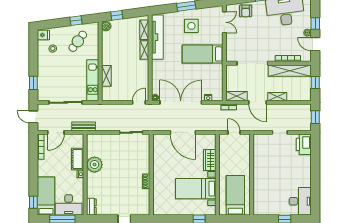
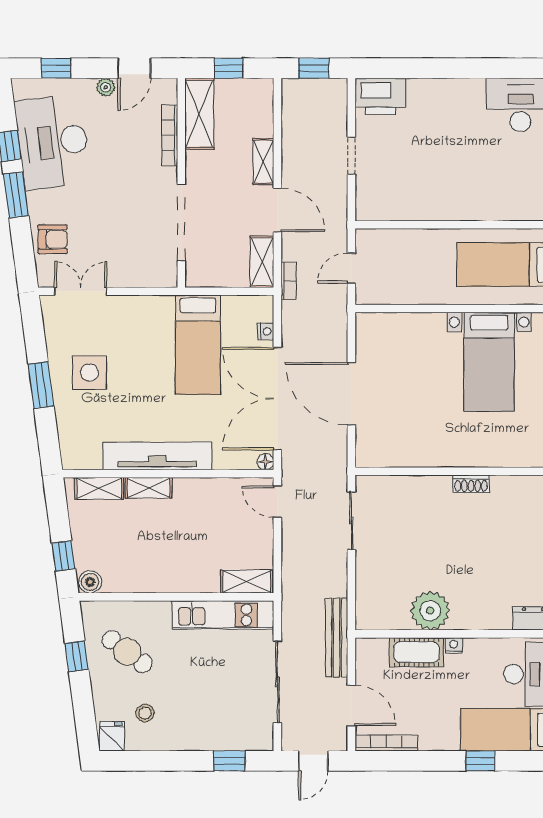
window: (315, 23) -> (56, 68), moved
tv unit: (157, 37) -> (157, 456), moved
bed: (203, 54) -> (198, 345), moved
shelving: (290, 71) -> (199, 114), width x0.68
shelving: (106, 76) -> (247, 582), moved
door: (258, 102) -> (277, 210), hinge flipped
bench: (84, 126) -> (337, 638), width x1.36
door: (183, 132) -> (351, 394), swing flipped
wardrobe: (210, 160) -> (419, 327), removed
window: (33, 202) -> (480, 761), moved

